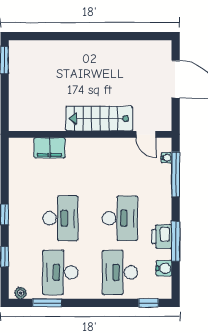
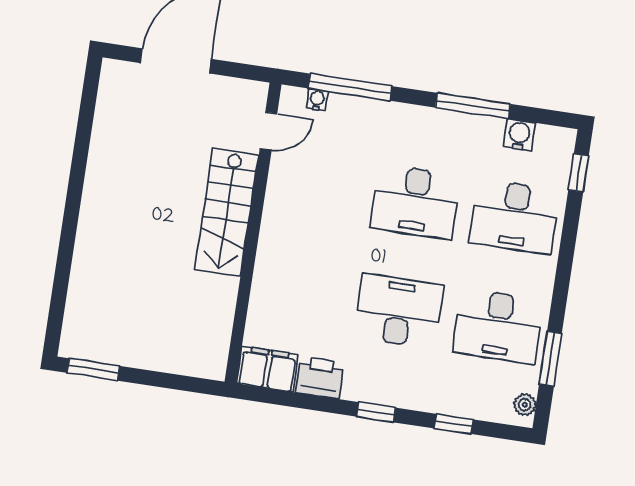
filing cabinet: (49, 148) -> (268, 369), moved, turned -90
desk: (120, 218) -> (415, 202), turned 180
printer: (162, 236) -> (320, 378), moved, turned 180

